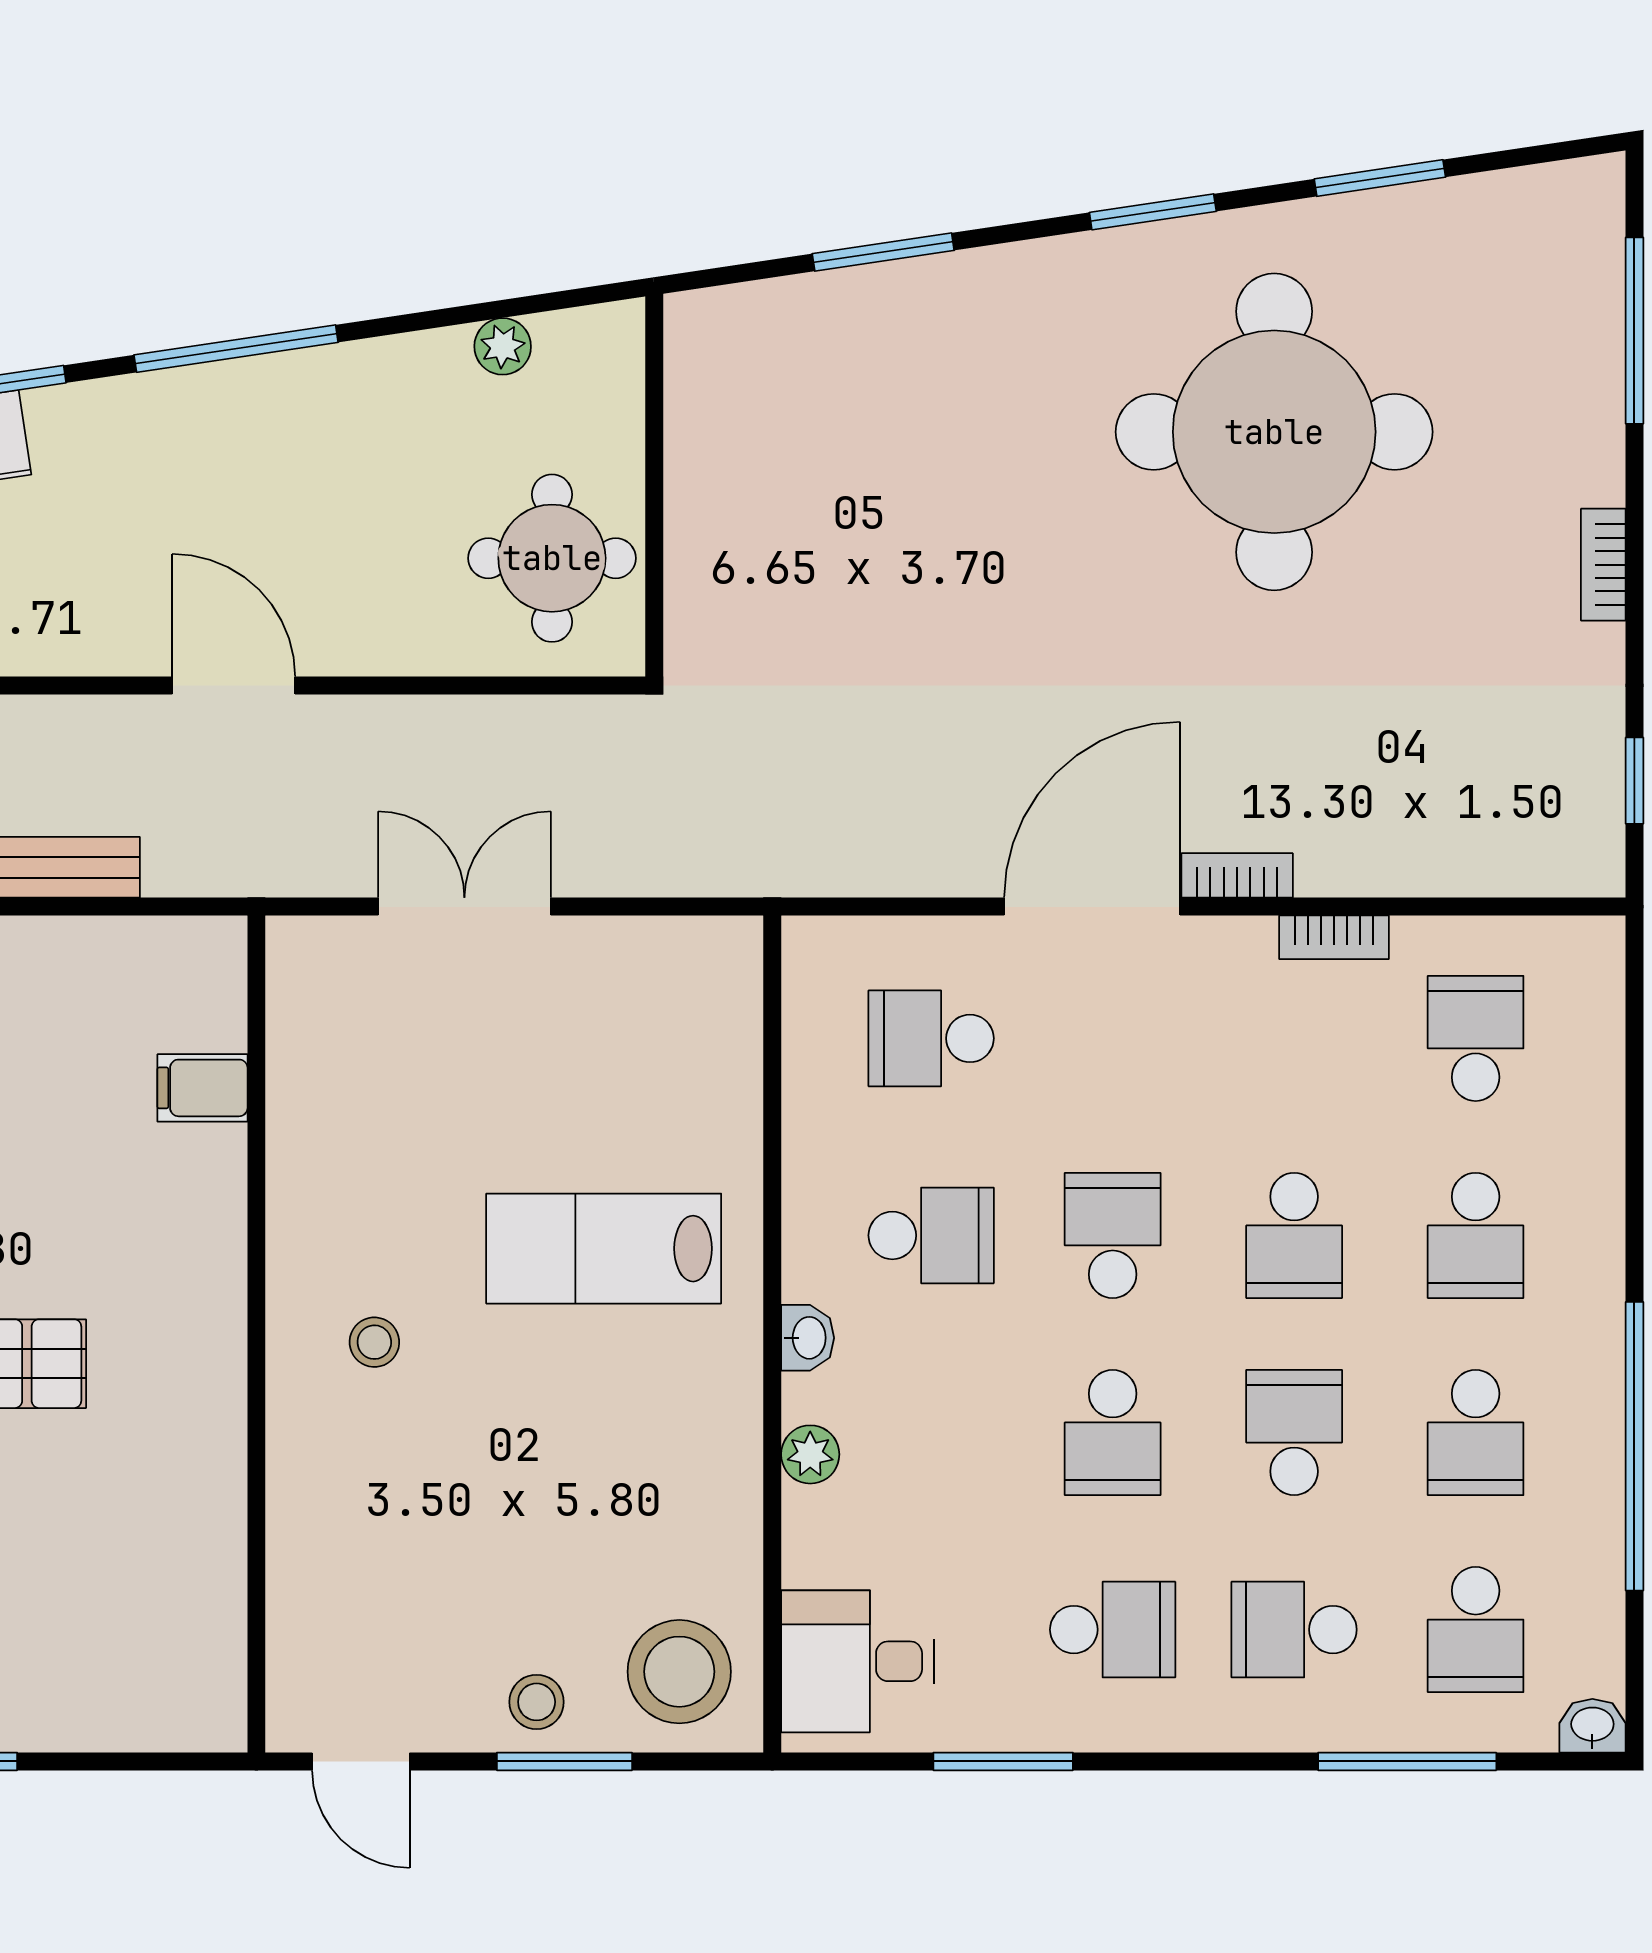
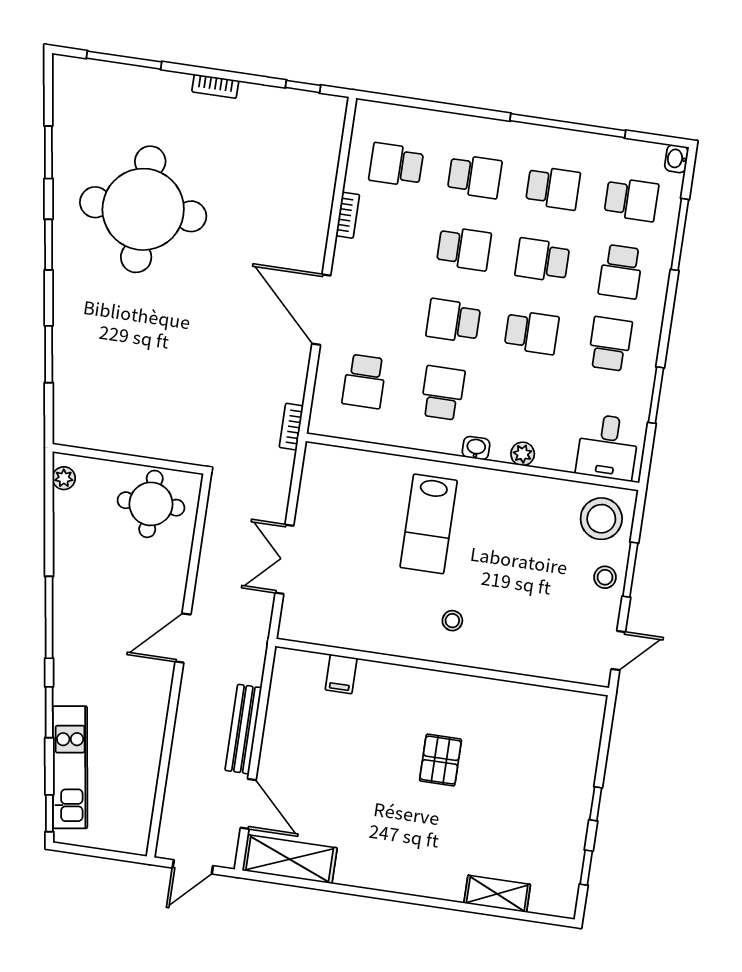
plant: (503, 346) -> (64, 478), moved
bookcase: (1237, 875) -> (291, 427), moved

